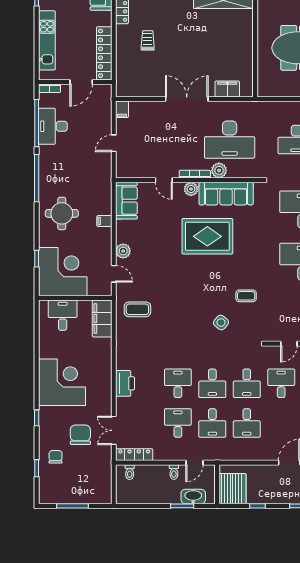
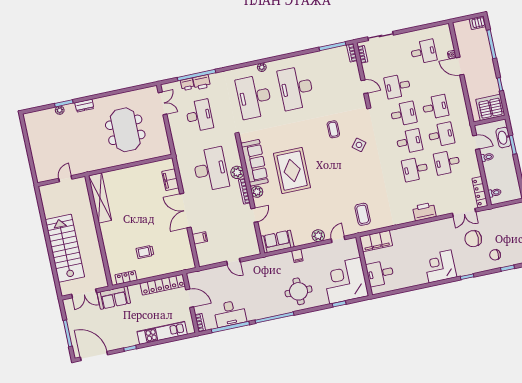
filing cabinet: (122, 109) -> (200, 238), moved
corner desk: (62, 382) -> (440, 266), width x0.74, depth x0.74

